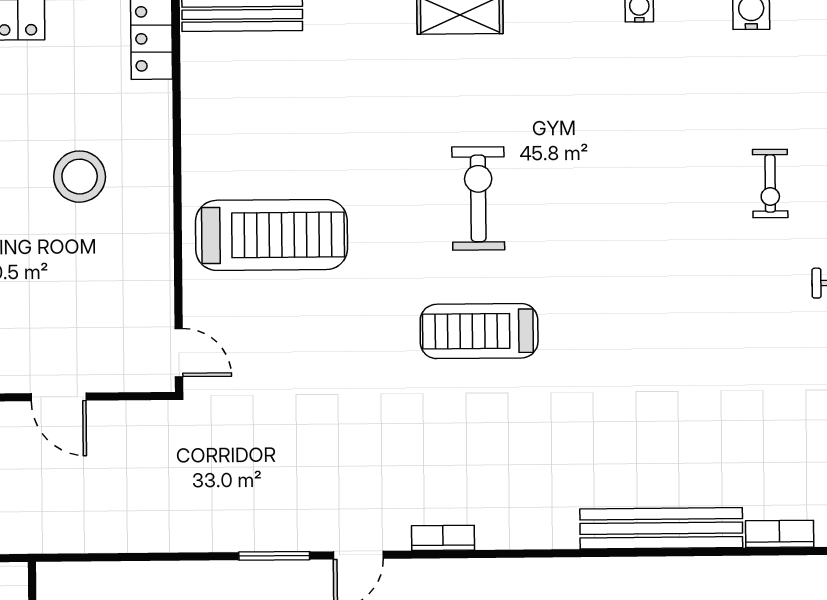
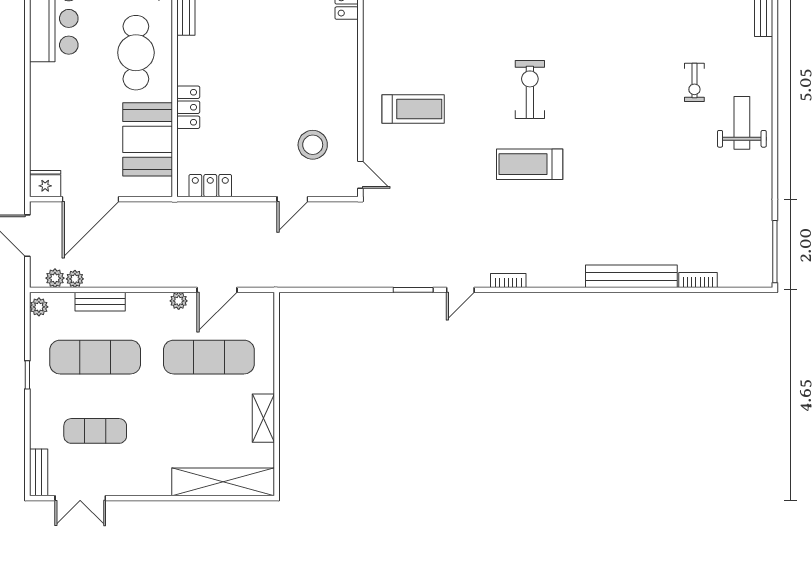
stool: (80, 177) -> (313, 145), moved
treadmill: (271, 235) -> (413, 109), width x0.73, depth x0.73
door: (59, 397) -> (292, 199), hinge flipped

